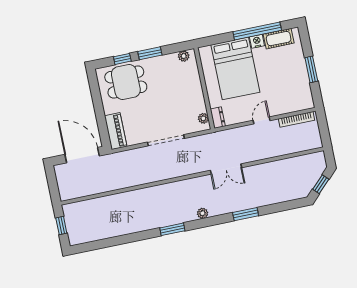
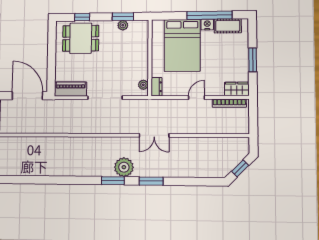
window: (150, 53) -> (123, 17), moved
plant: (184, 56) -> (123, 25), moved
wardrobe: (301, 103) -> (237, 89), added
piano: (116, 131) -> (71, 89), moved, turned -90
plant: (203, 213) -> (124, 167), width x1.88, depth x1.88
window: (246, 214) -> (151, 181), moved
window: (172, 229) -> (113, 181), moved

